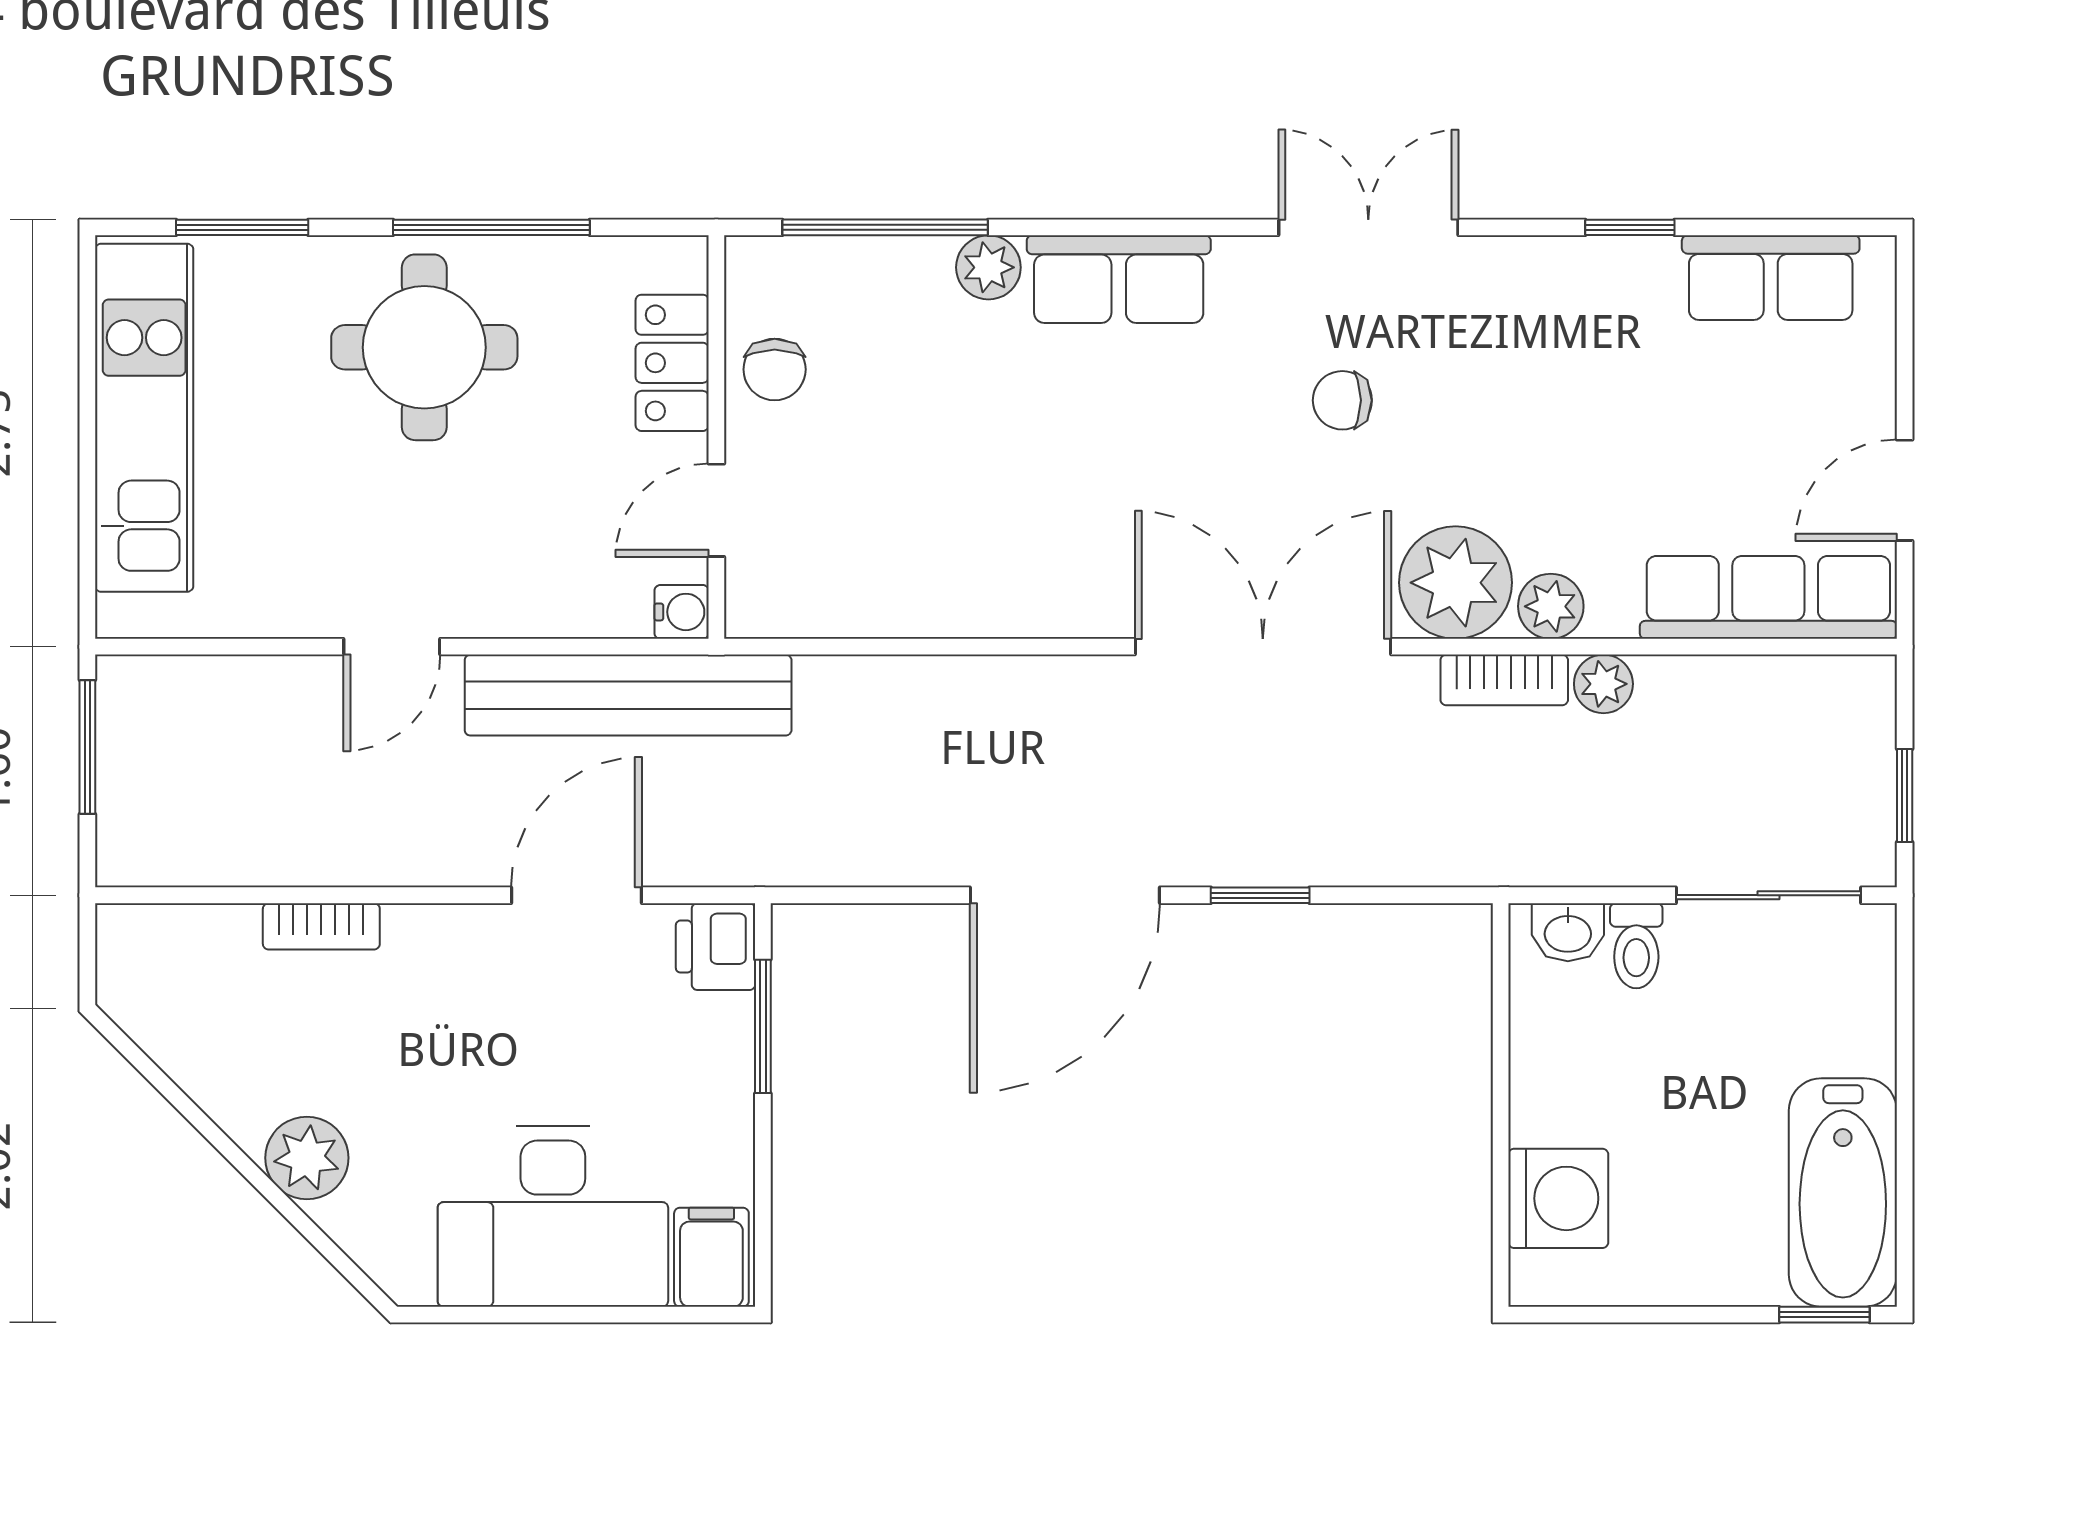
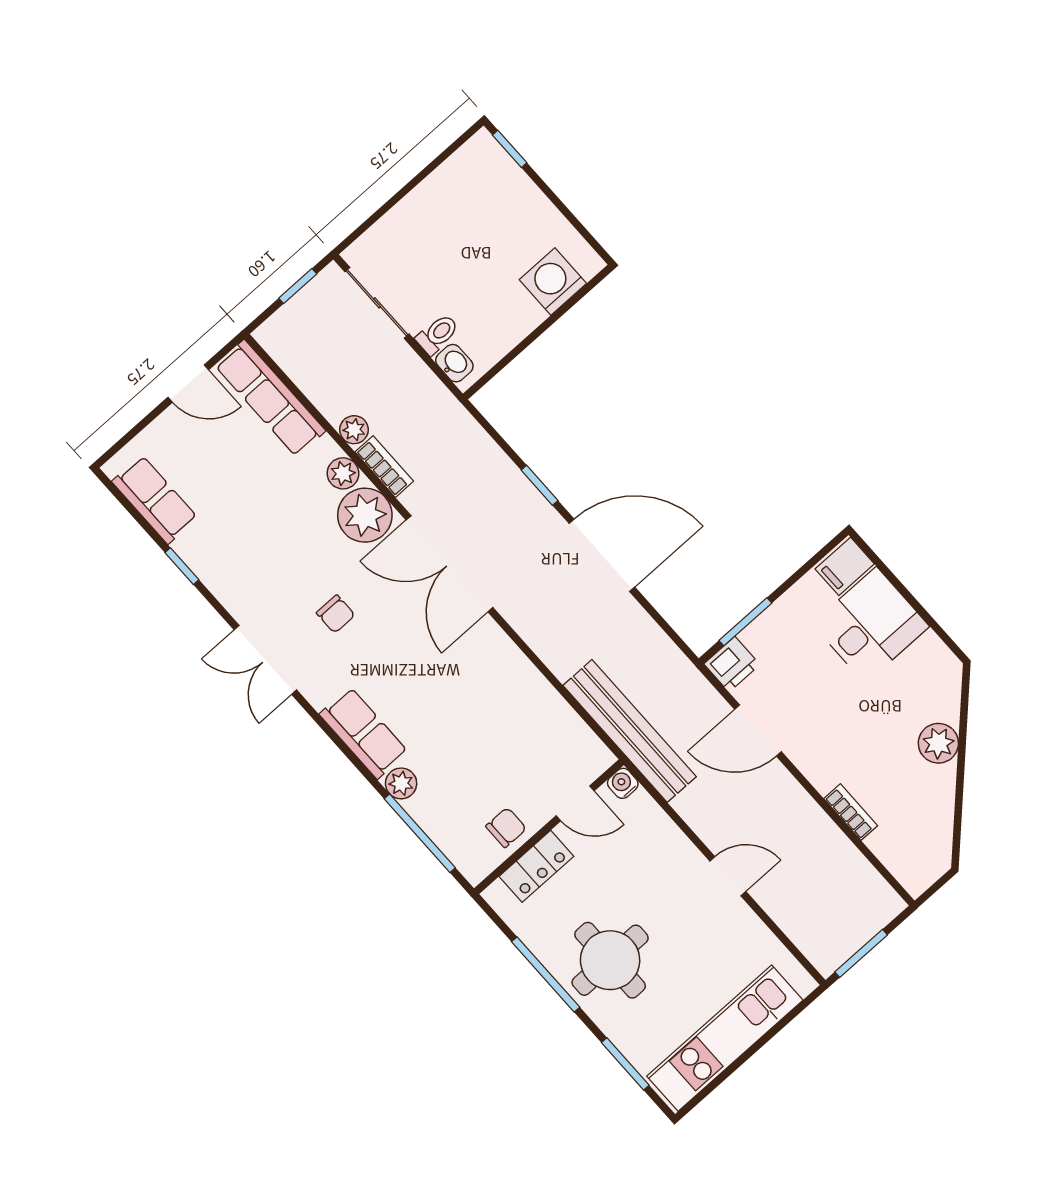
bench: (628, 695) -> (630, 731), moved
bathtub: (1843, 1192) -> (460, 181), removed
desk: (553, 1216) -> (871, 625), width x0.73

